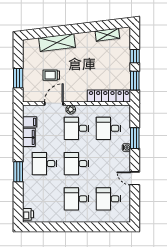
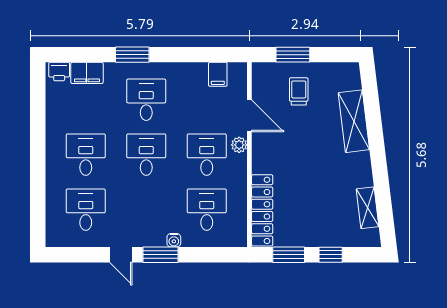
trolley: (51, 75) -> (299, 91), moved
filing cabinet: (29, 137) -> (87, 73), moved
window: (135, 138) -> (161, 255), moved
door: (135, 178) -> (121, 255), swing flipped

